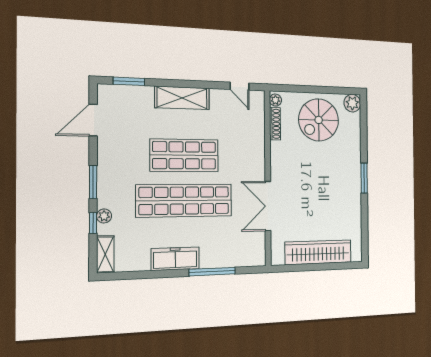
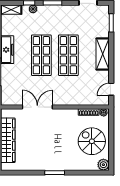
shop shelf: (184, 201) -> (41, 55), width x0.71

